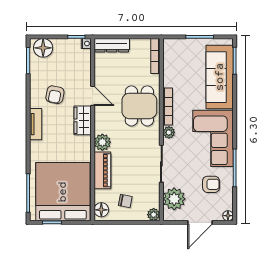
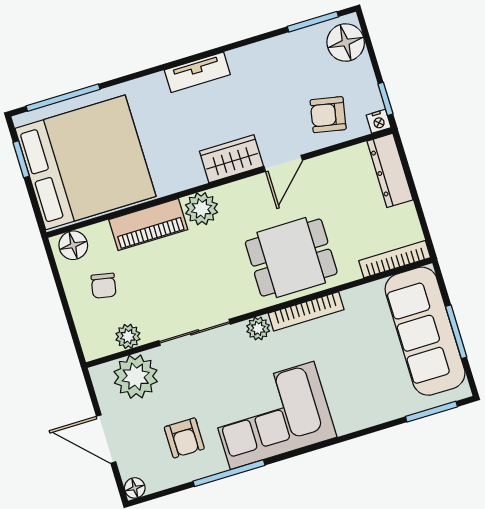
sofa: (220, 77) -> (425, 331), moved, turned -90
armchair: (55, 95) -> (328, 115), moved
plant: (154, 215) -> (128, 336), moved

